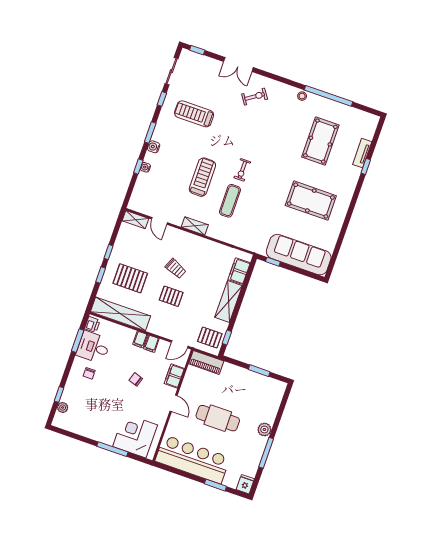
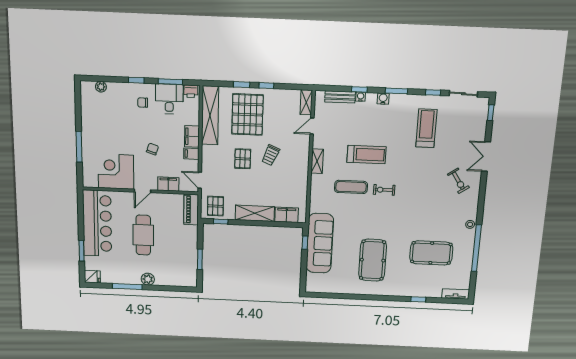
tv unit: (362, 153) -> (456, 294), moved
bench: (140, 187) -> (340, 97), added
sofa: (299, 255) -> (320, 243), moved
pallet: (130, 278) -> (247, 115), width x1.37, depth x1.41
filing cabinet: (140, 339) -> (192, 136), width x2.00
window: (59, 394) -> (136, 80), moved
corner desk: (135, 436) -> (116, 172), moved, turned -90

